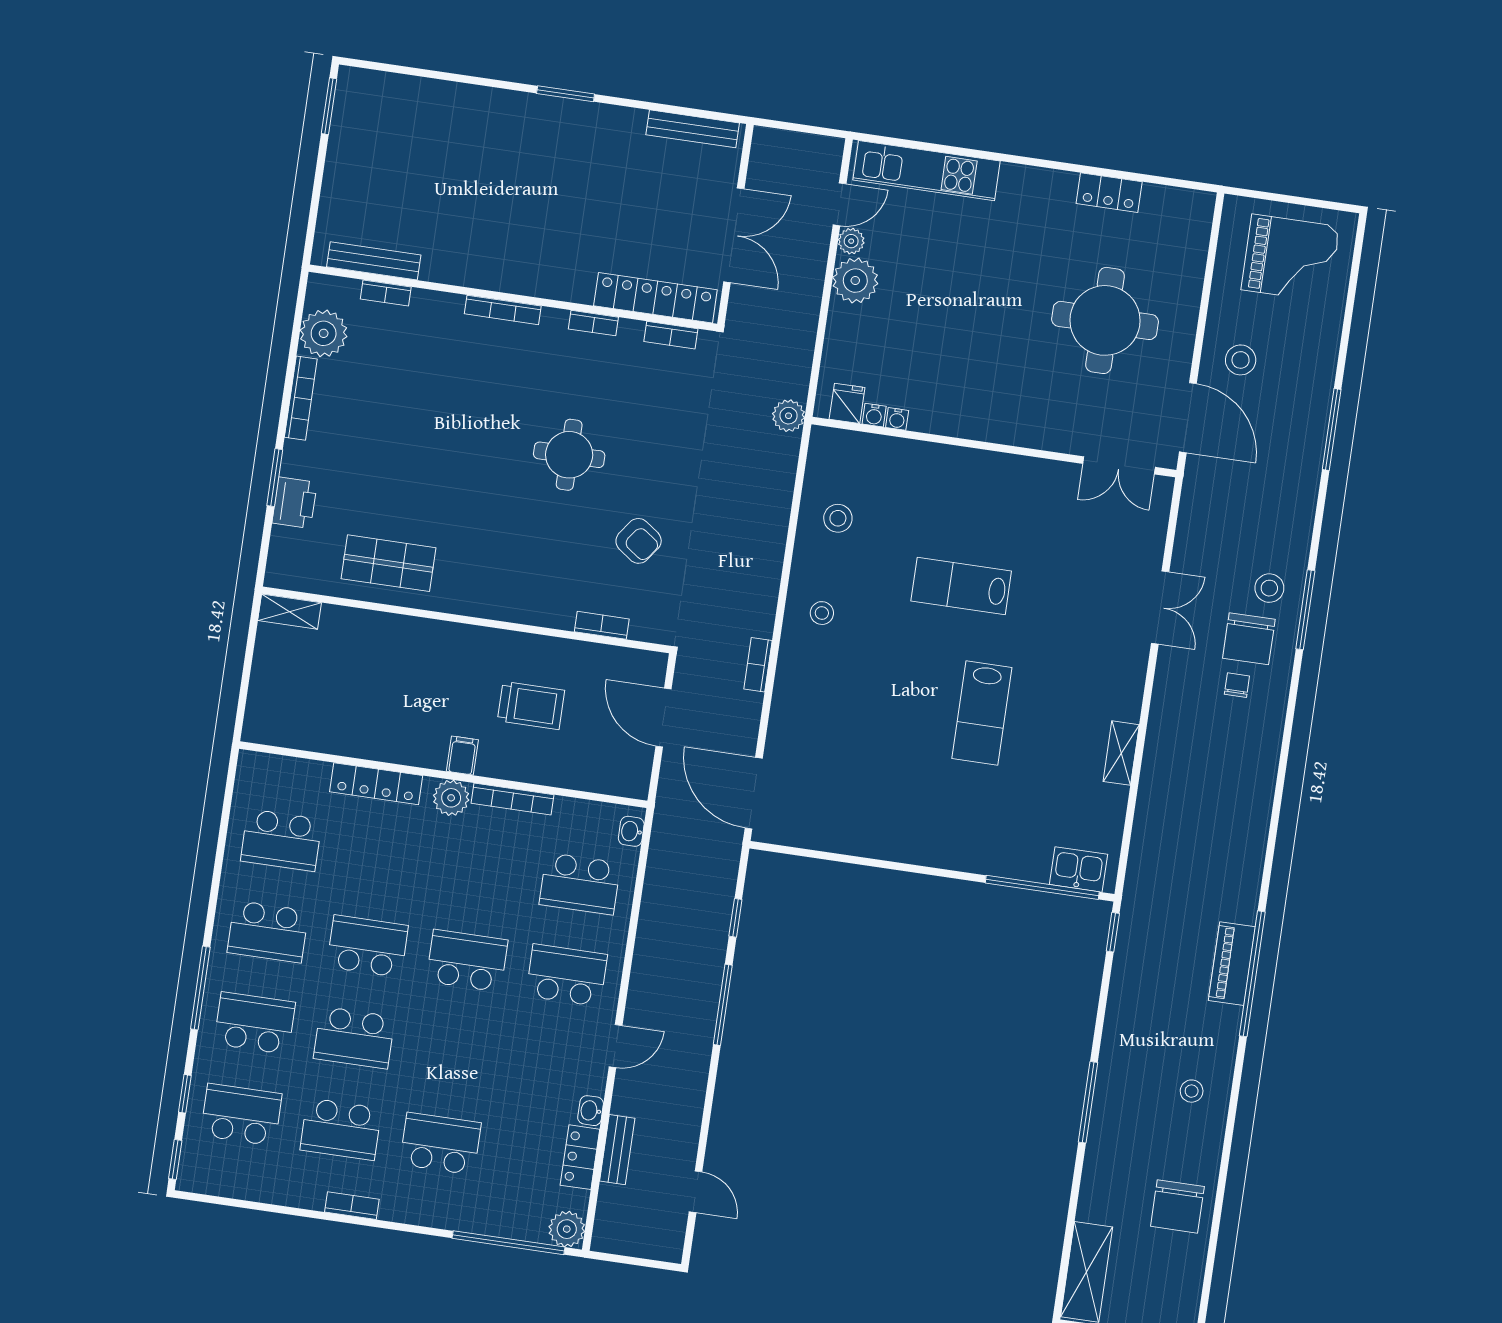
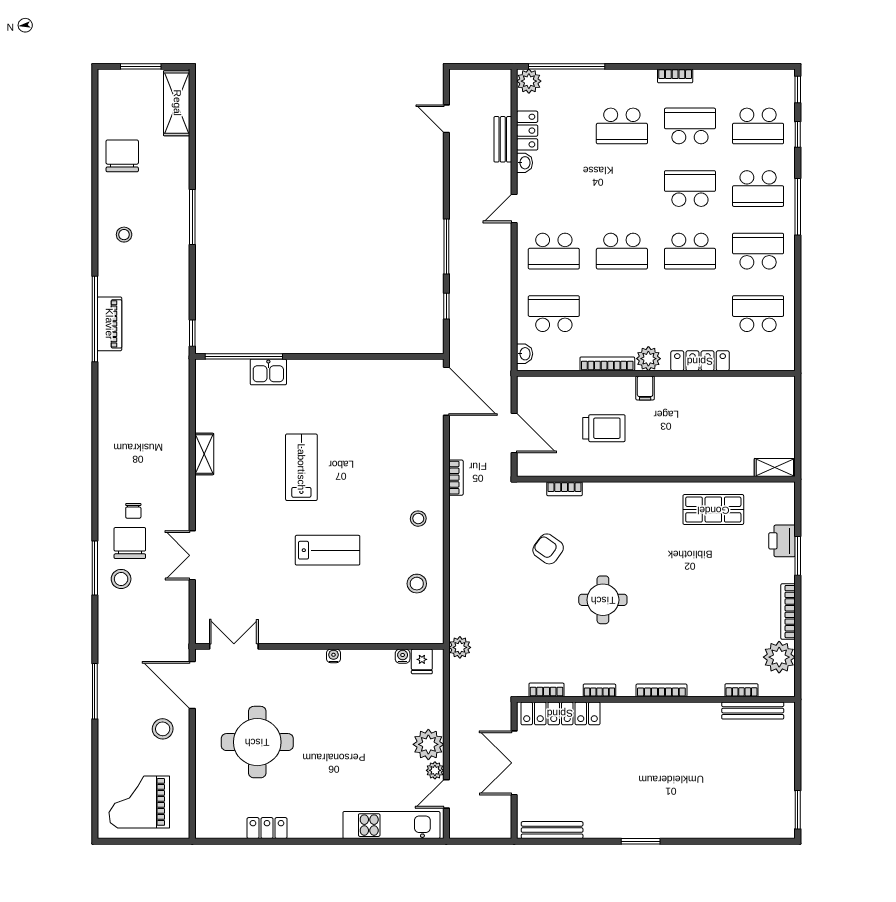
water cooler: (897, 419) -> (333, 656), moved
trolley: (531, 706) -> (604, 428), turned 180
kitchen sink: (1079, 869) -> (268, 372), moved

